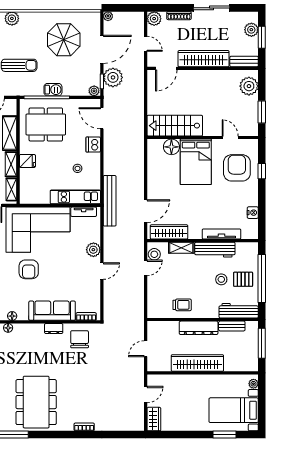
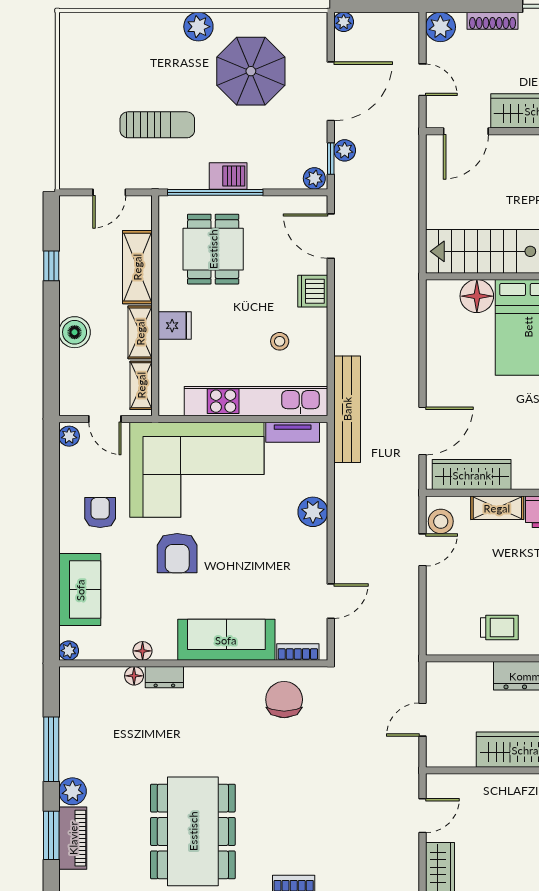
plant: (12, 18) -> (198, 27), moved
plant: (113, 77) -> (345, 150), width x0.53, depth x0.53
dining table: (46, 124) -> (213, 249), width x0.73
kitchen unit: (75, 197) -> (256, 401), width x1.36
door: (102, 271) -> (331, 601), moved
dresser: (54, 328) -> (164, 677), moved

